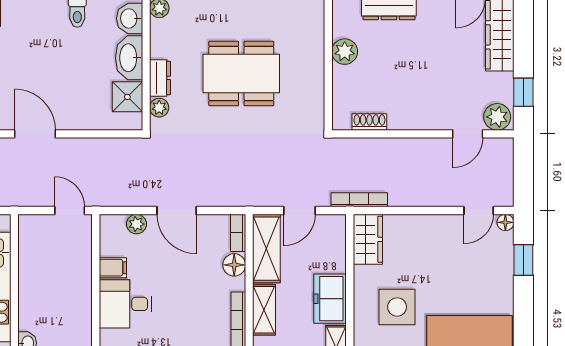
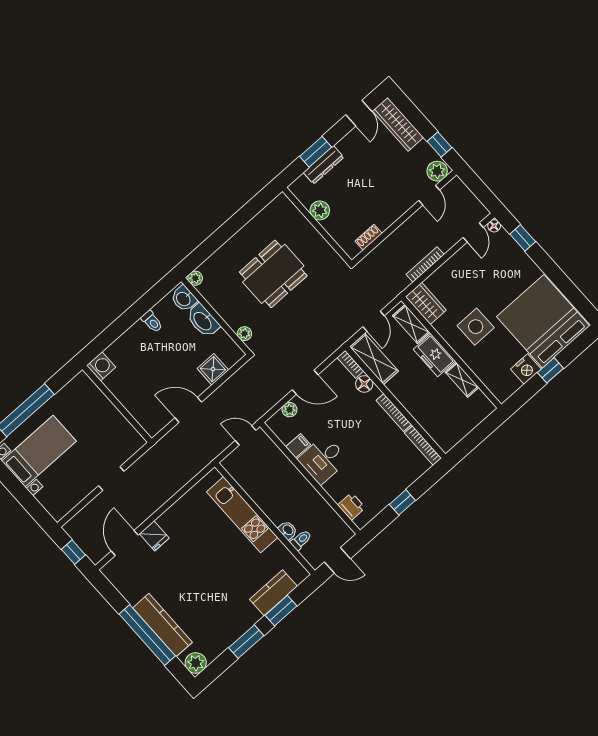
dresser: (160, 78) -> (230, 317), removed
shower: (127, 97) -> (213, 369), moved
bookcase: (359, 200) -> (425, 265), moved
shelving: (264, 310) -> (411, 324), moved

